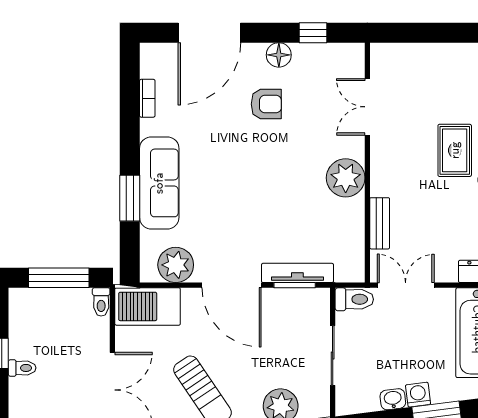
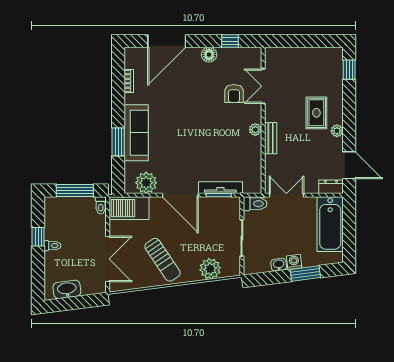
armchair: (266, 104) -> (234, 94), moved, turned 90
plant: (346, 178) -> (255, 130), width x0.53, depth x0.53
bench: (380, 223) -> (271, 138), moved

